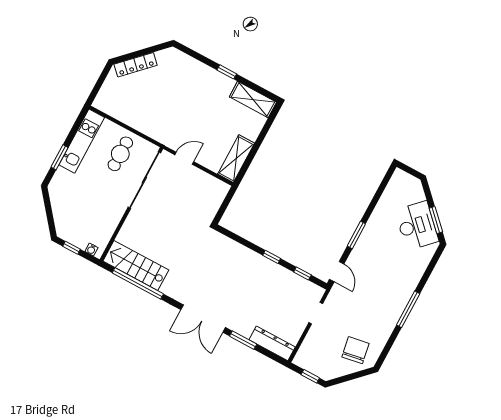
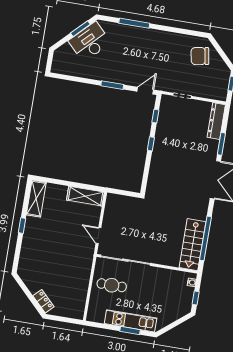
locker: (136, 65) -> (43, 301), width x0.66
kitchen unit: (82, 141) -> (131, 321), moved
window: (408, 309) -> (134, 23), moved

